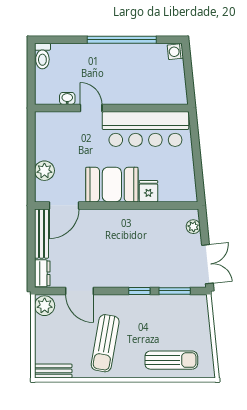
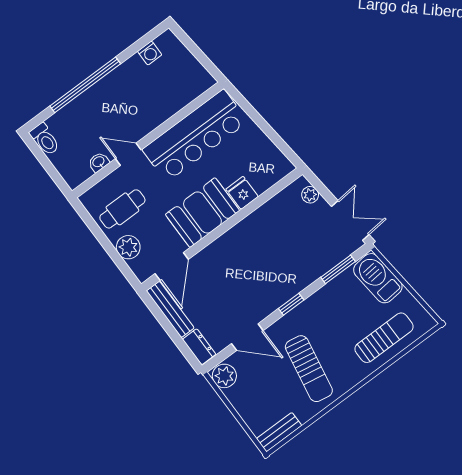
window: (122, 40) -> (85, 85), moved
washing machine: (175, 52) -> (150, 53), moved, turned -84
cafe table: (60, 142) -> (122, 209), added
window: (139, 291) -> (291, 304), moved
barbecue: (197, 317) -> (378, 278), added

